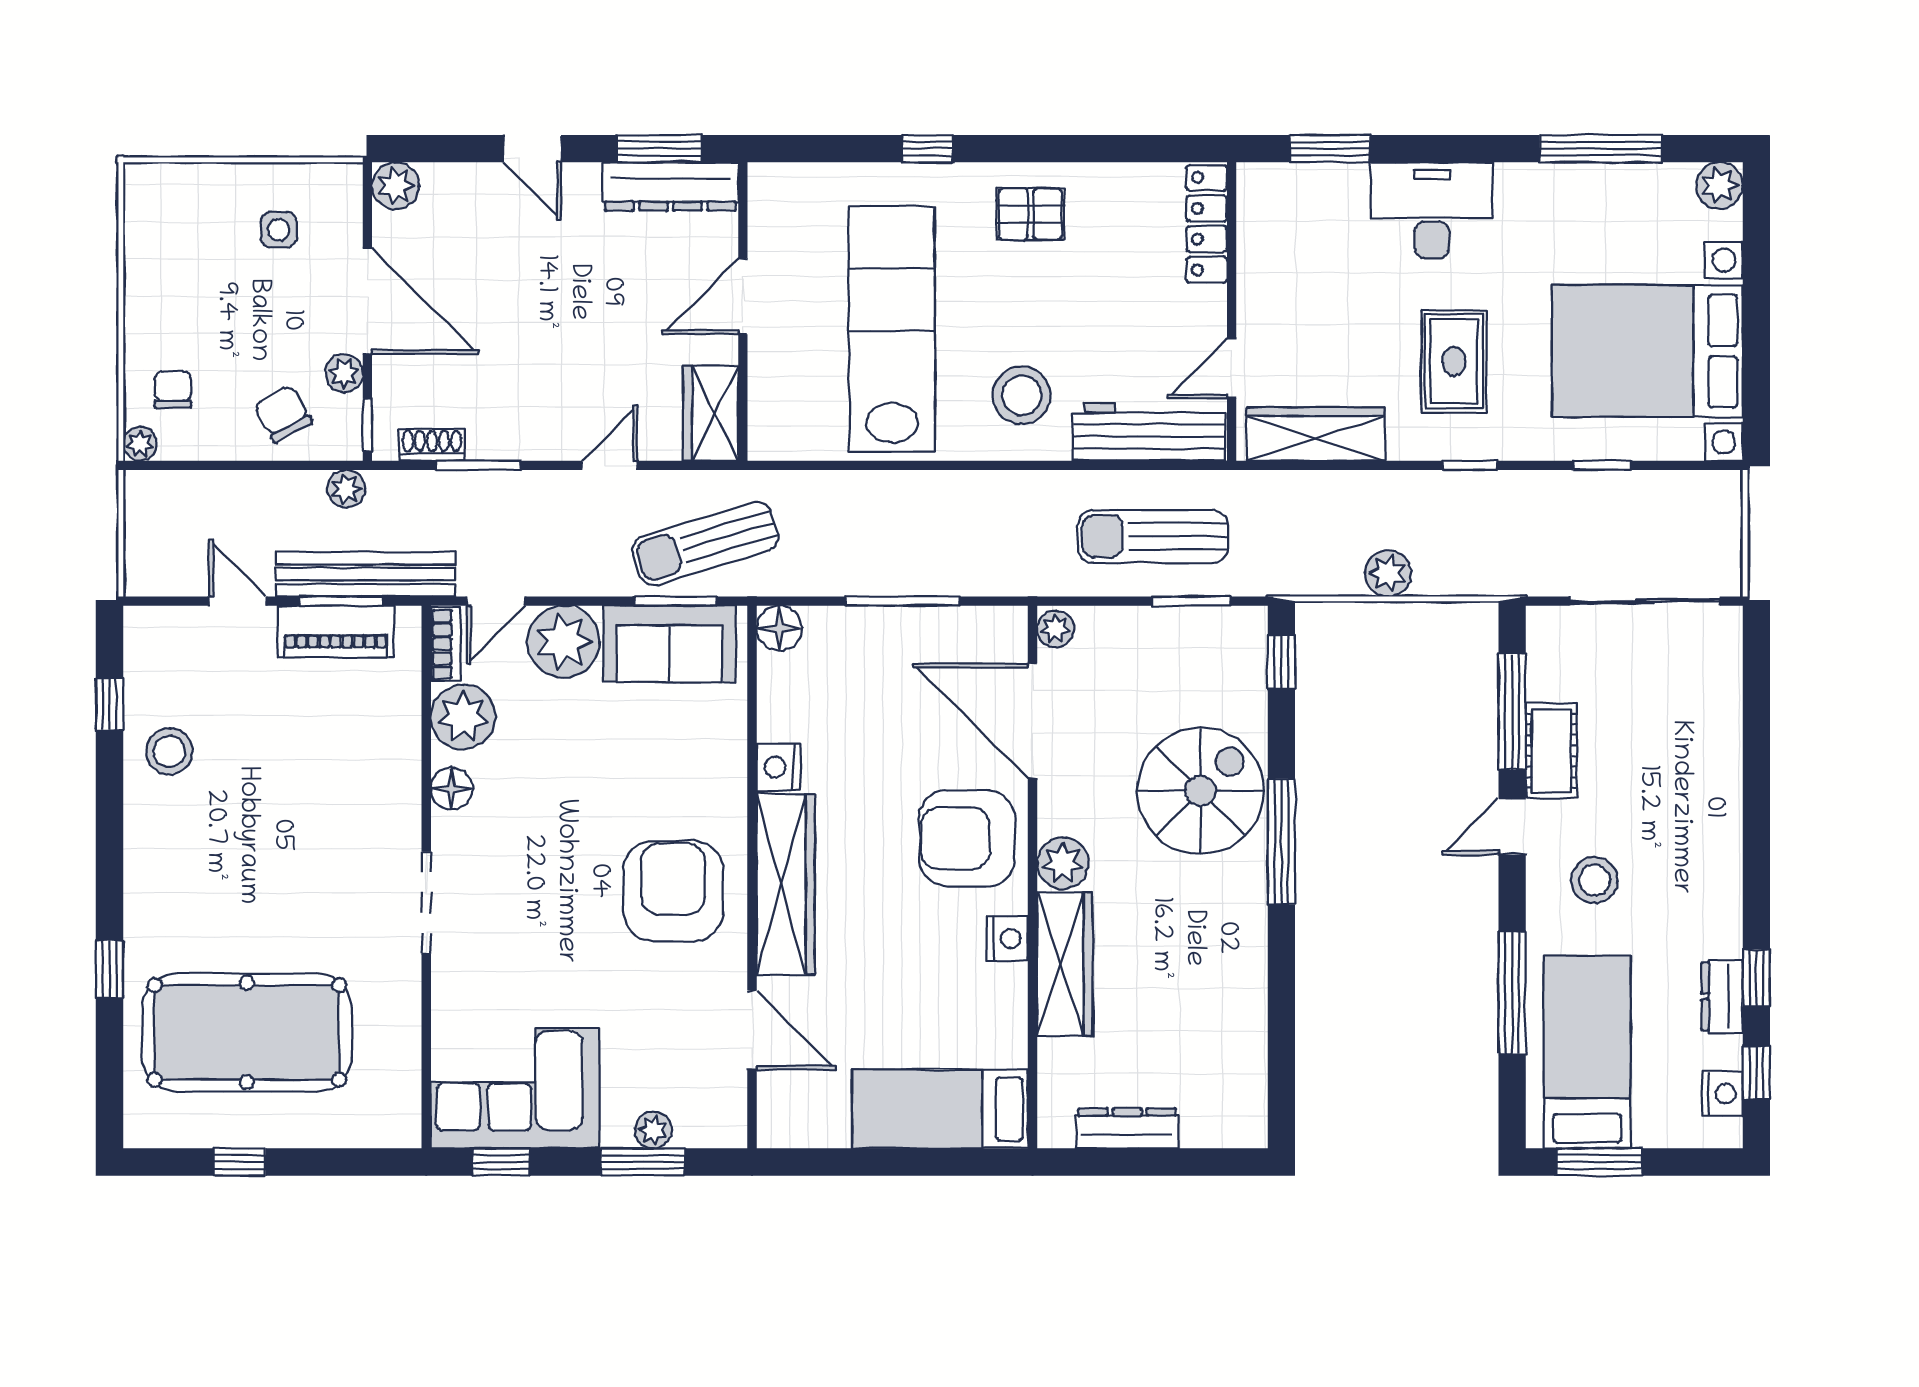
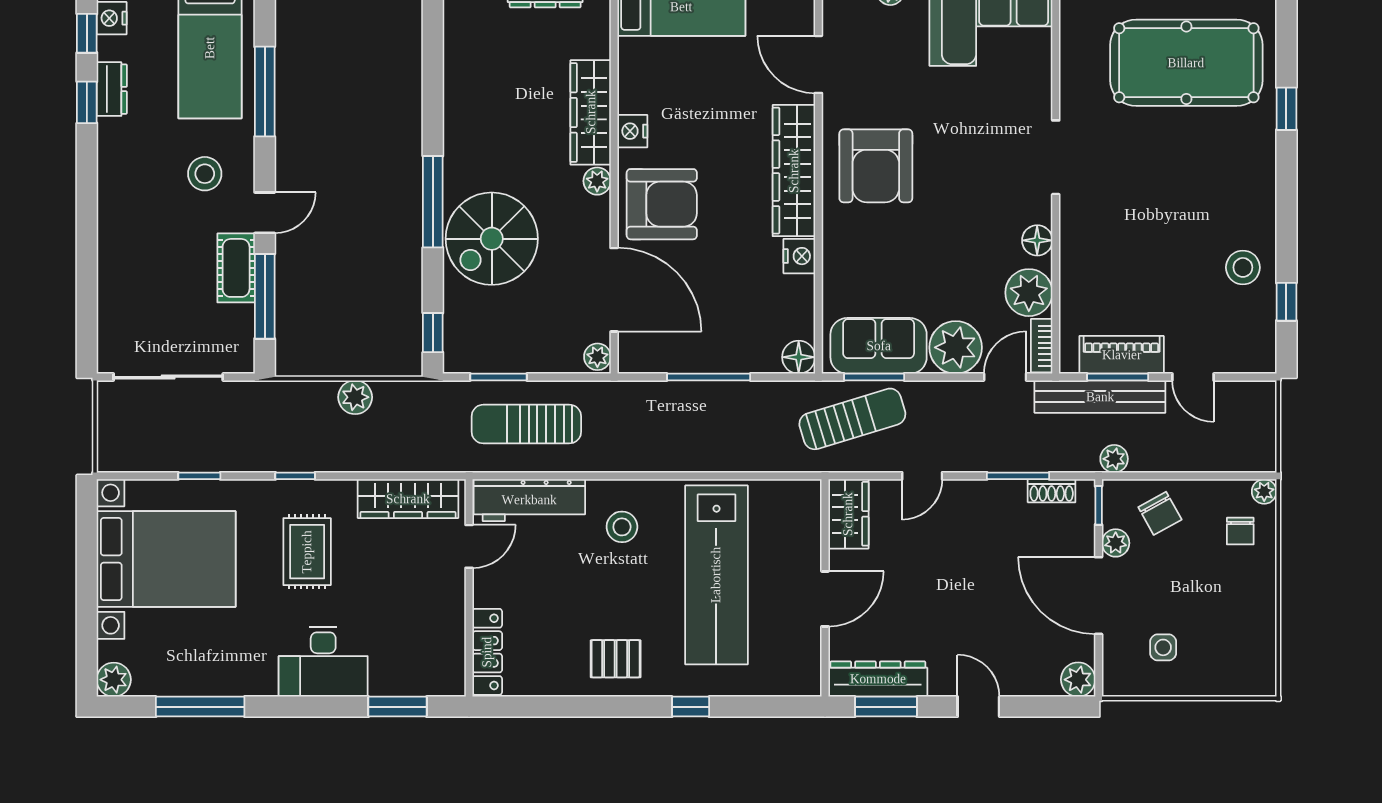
stool: (1022, 395) -> (622, 527), width x0.73, depth x0.73
sun lounger: (1153, 536) -> (526, 424), turned 180
plant: (1063, 863) -> (597, 181), width x0.73, depth x0.73

